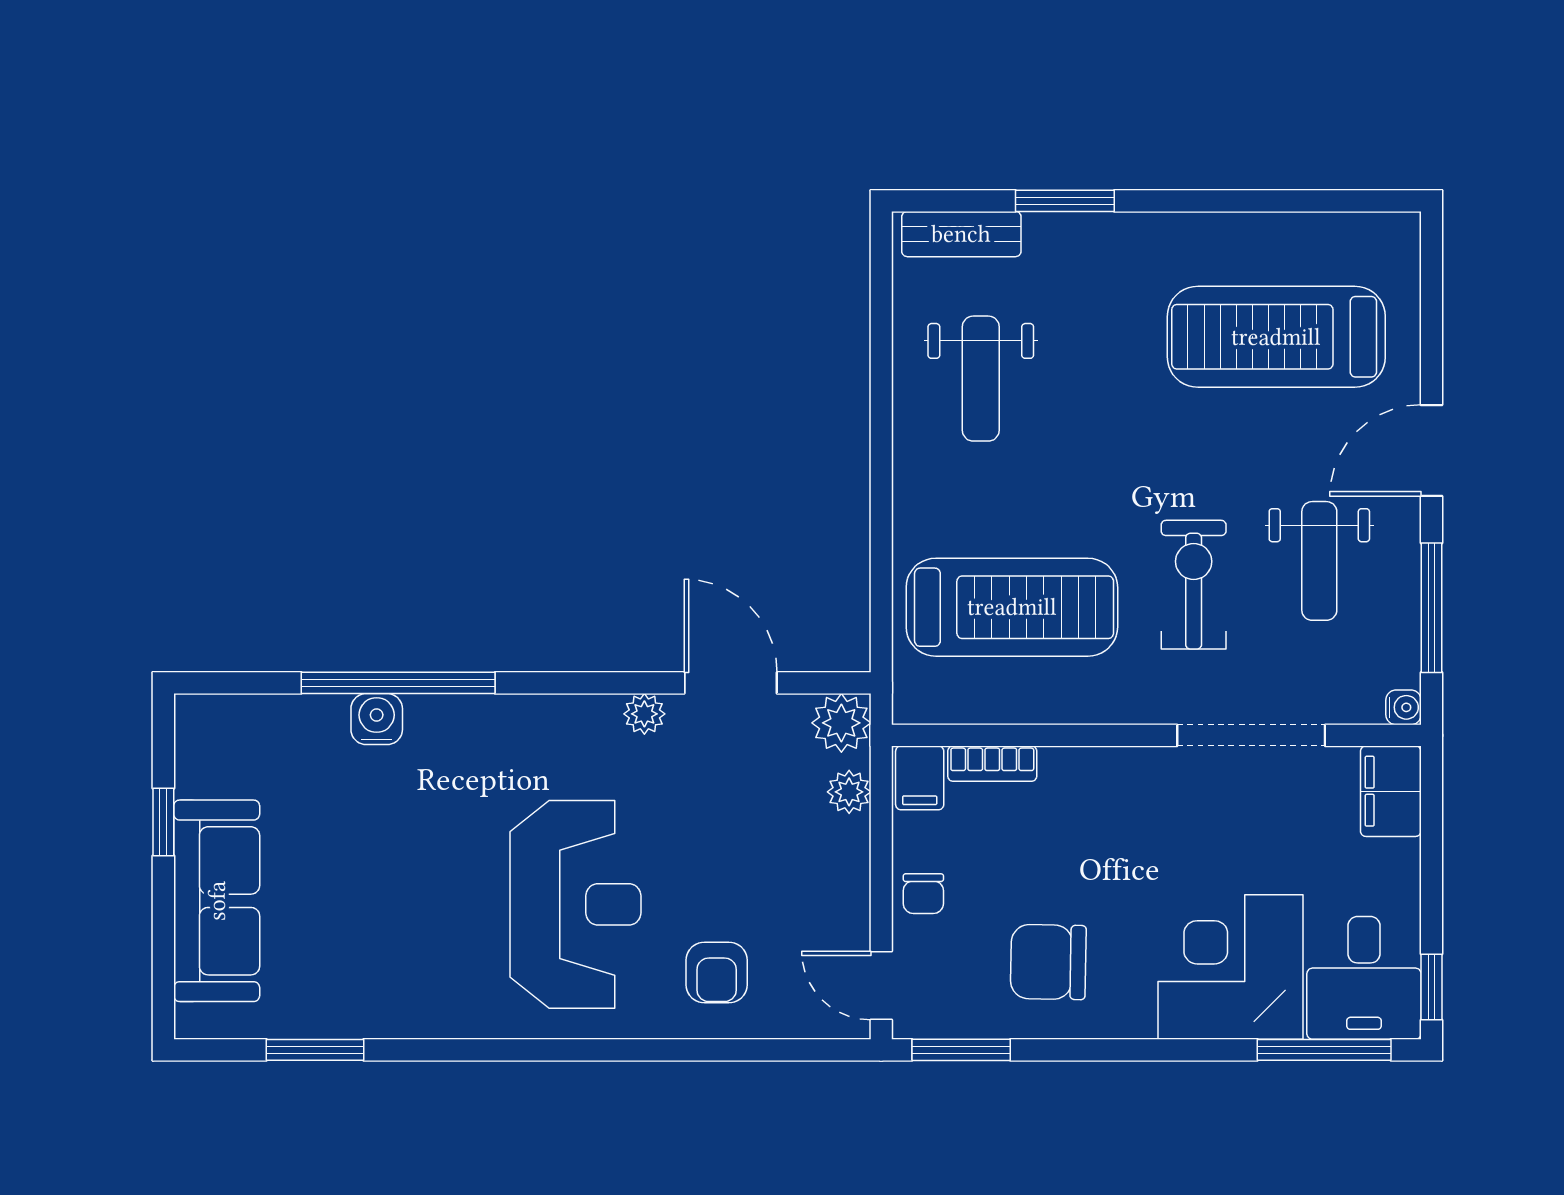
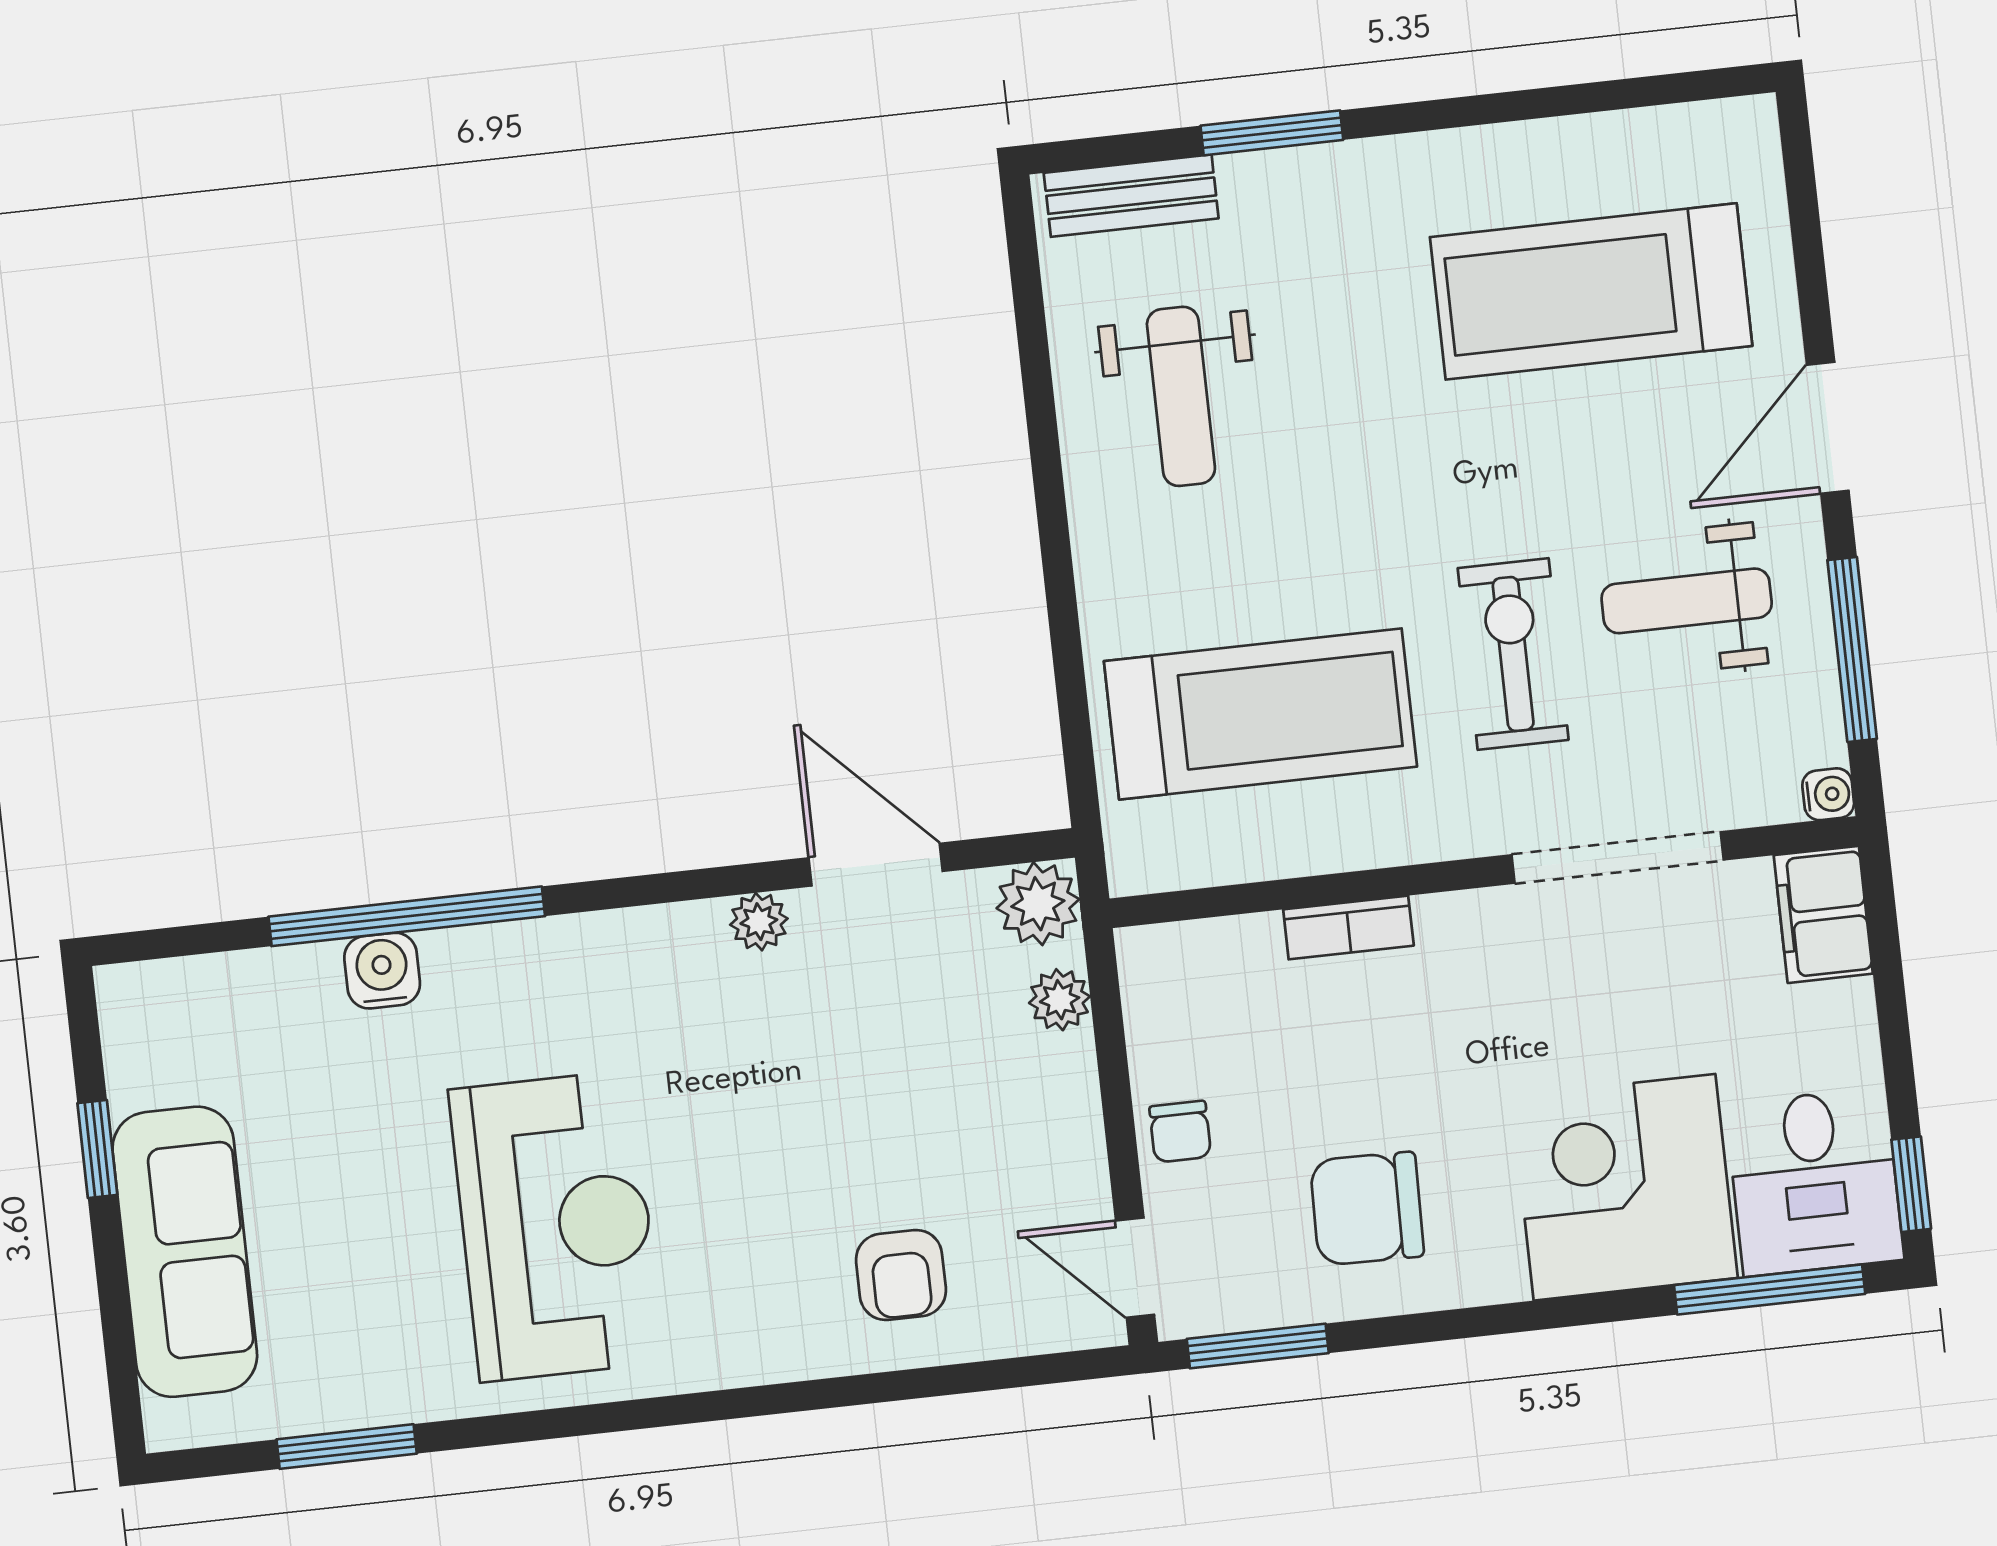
weight bench: (1319, 561) -> (1687, 601), turned 90
bookcase: (992, 764) -> (1348, 927), moved
filing cabinet: (920, 778) -> (1157, 969), removed
reception desk: (575, 904) -> (556, 1226), moved

